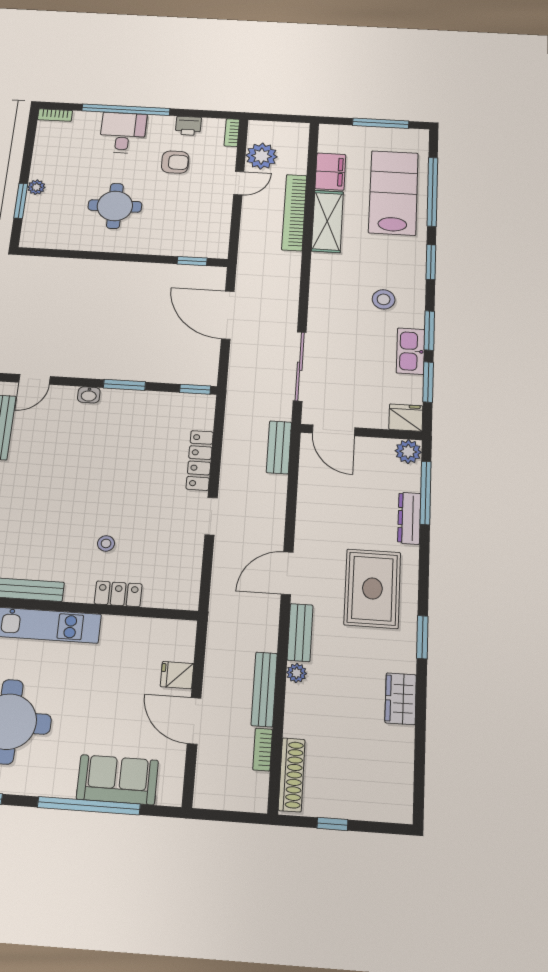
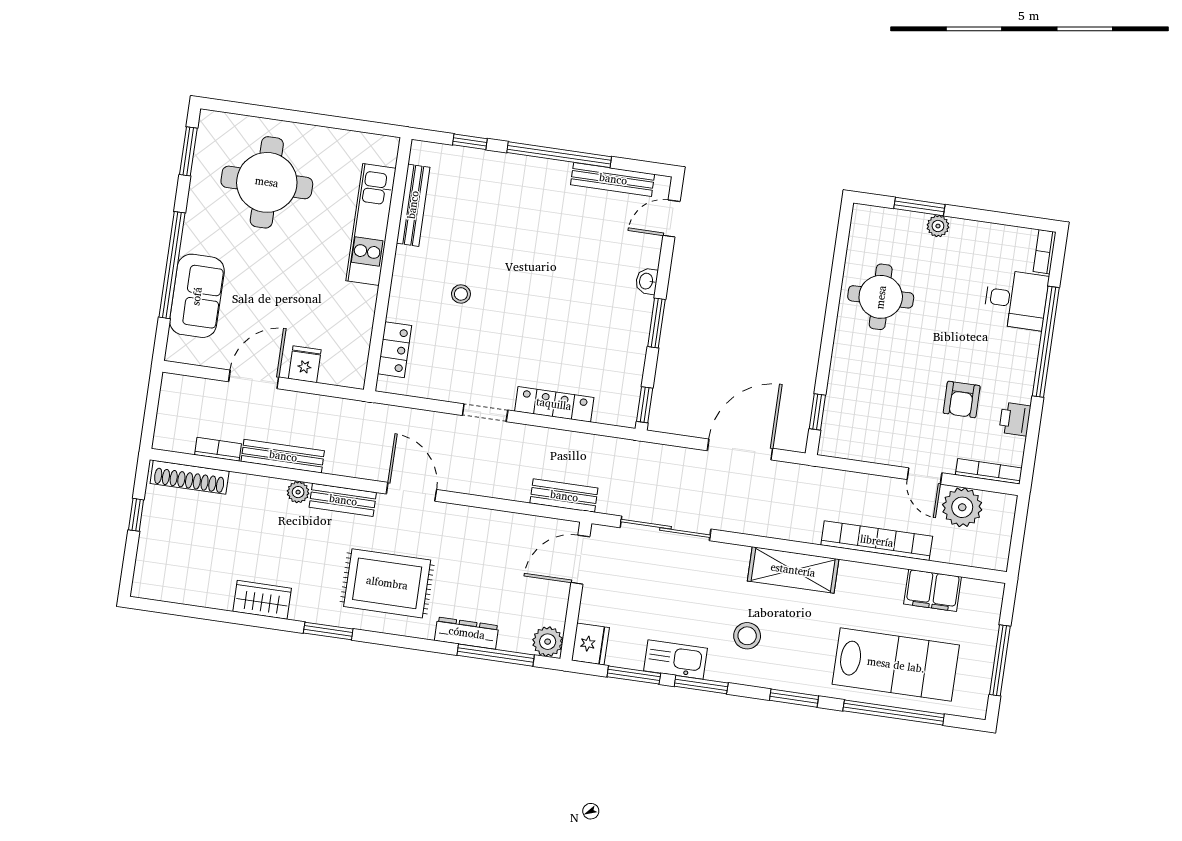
desk: (123, 133) -> (1016, 300), moved
bookcase: (232, 133) -> (989, 471), width x1.56
round table: (115, 206) -> (881, 297), moved
shelving: (327, 221) -> (793, 570), moved
door: (34, 379) -> (672, 219), hinge flipped
locker: (118, 594) -> (395, 350), moved

